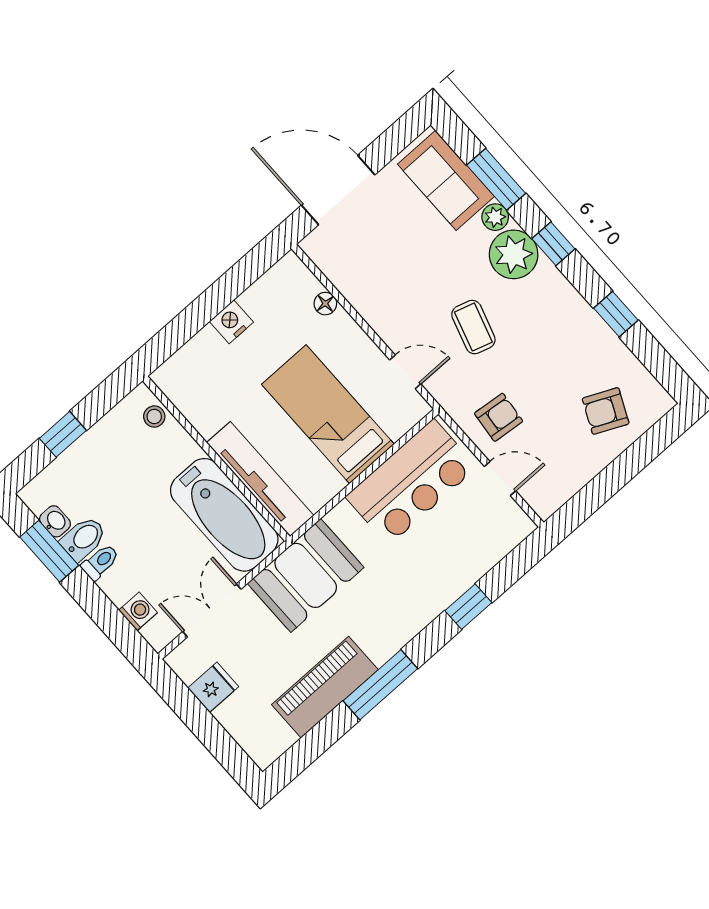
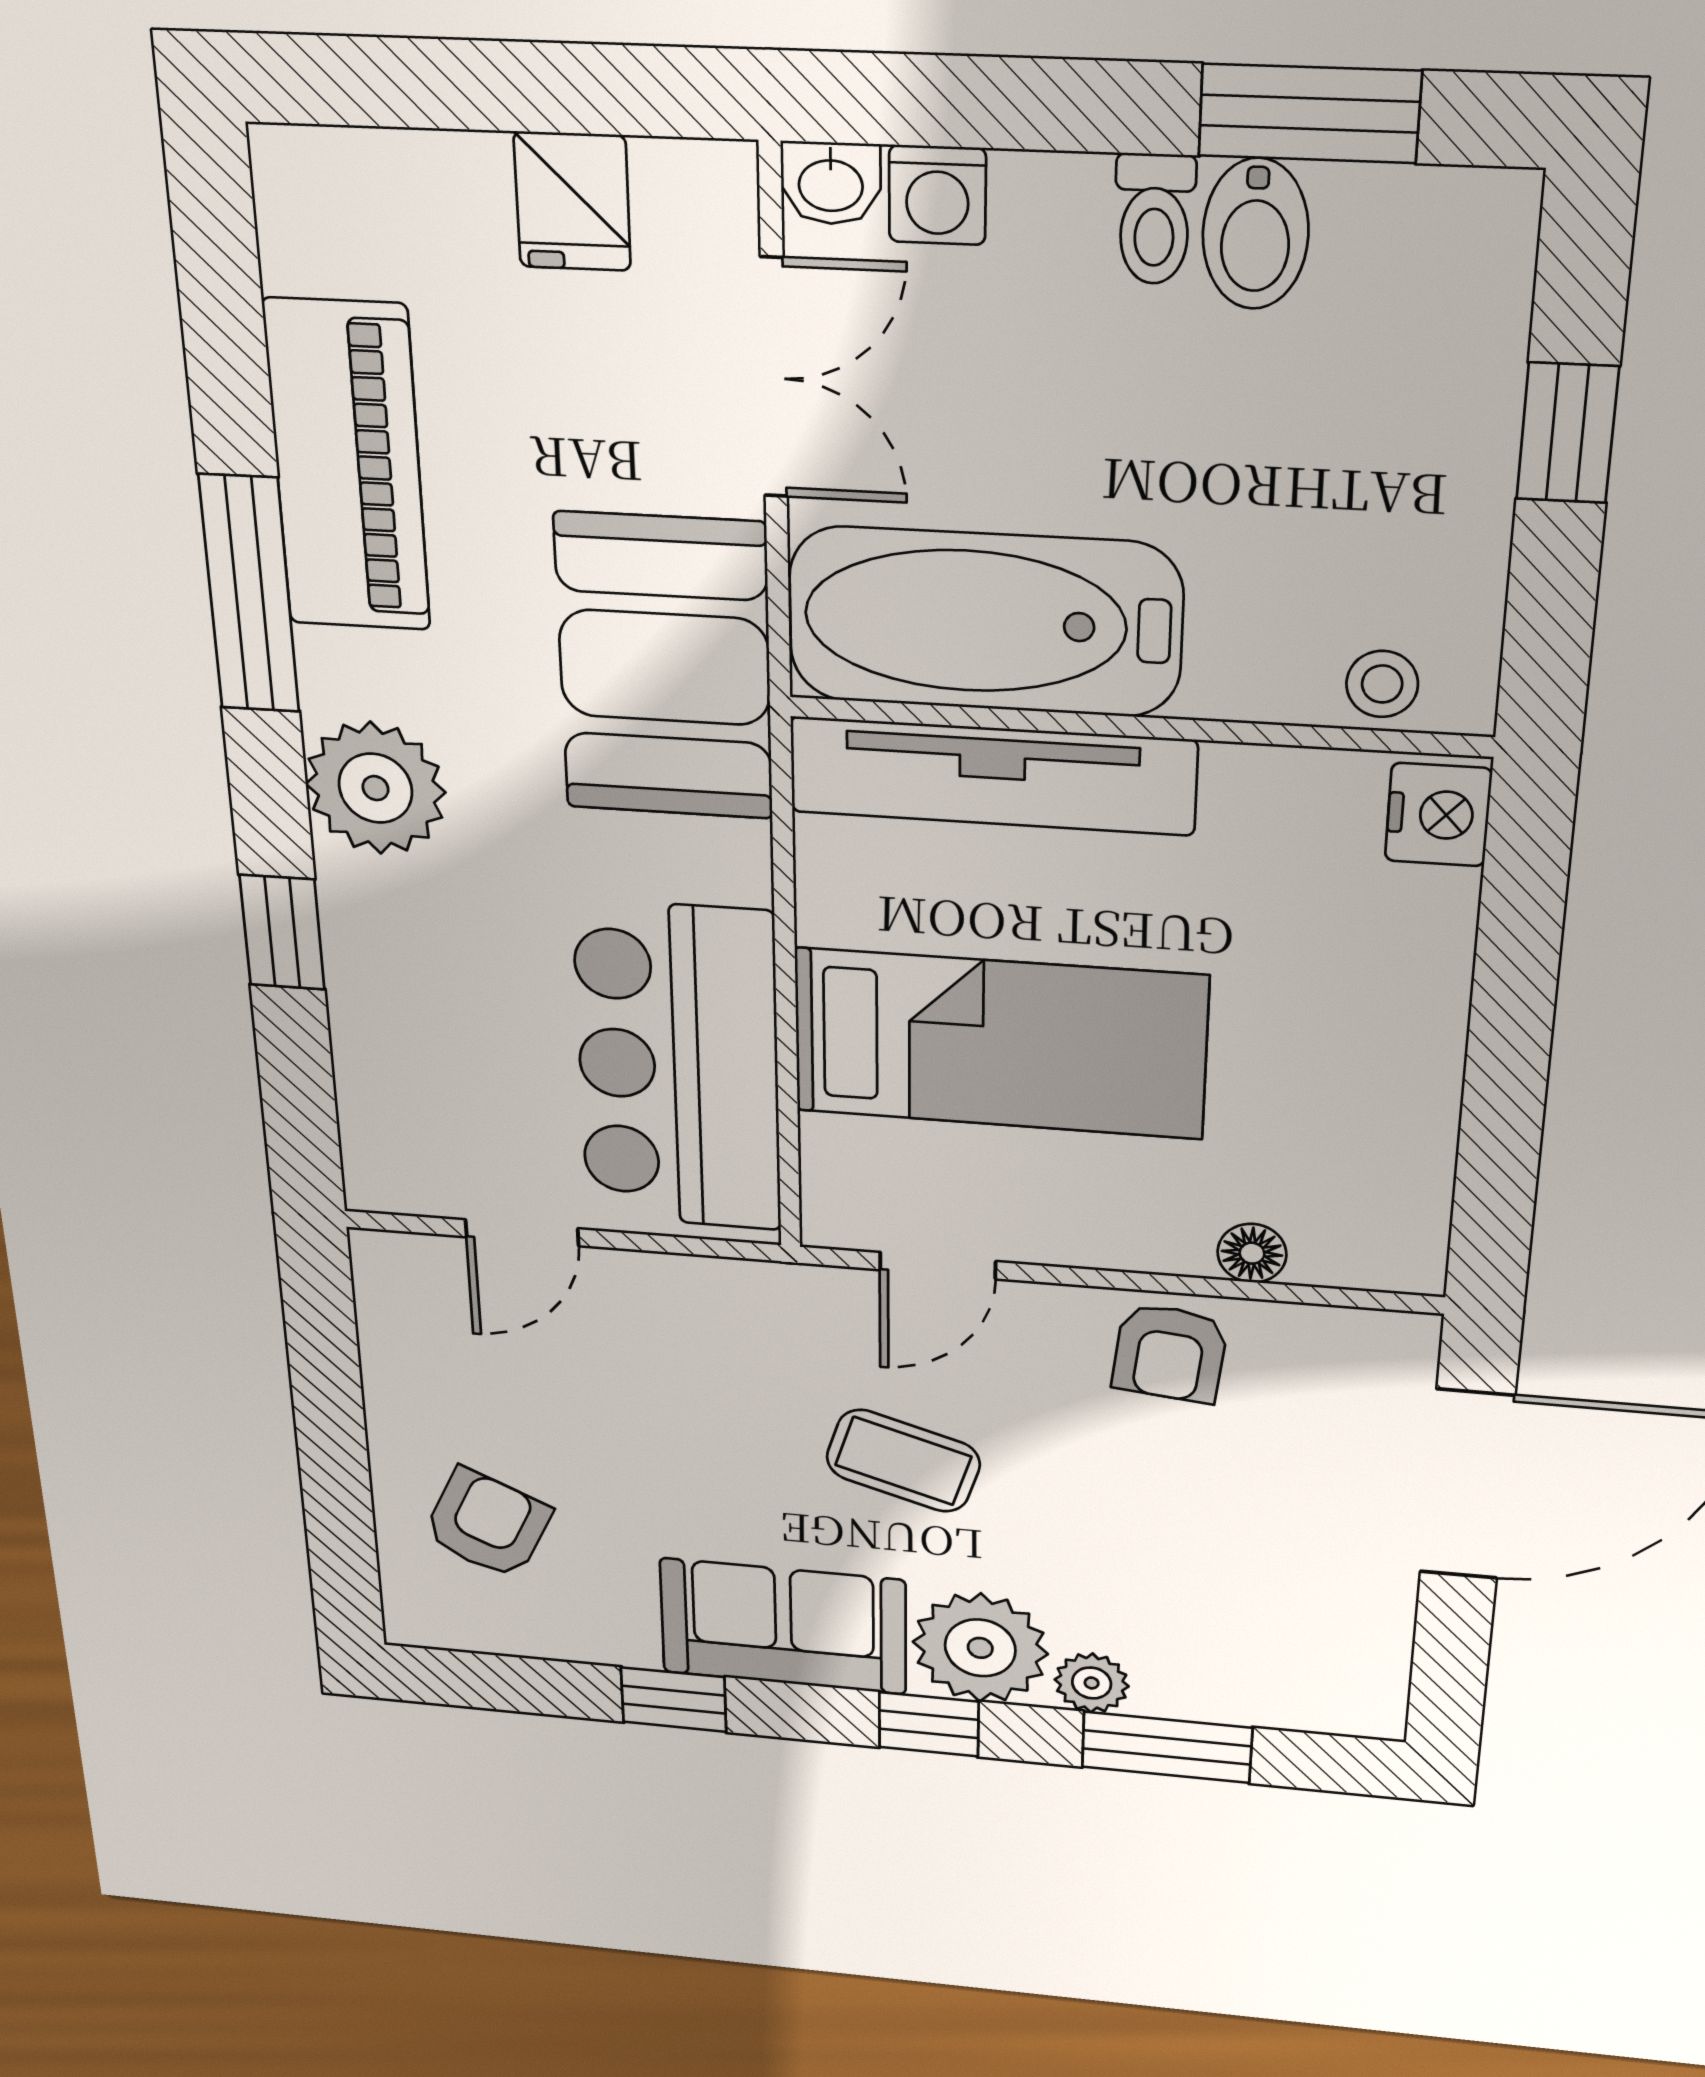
sofa: (446, 180) -> (783, 1626), moved
nightstand: (231, 322) -> (1438, 815), moved
armchair: (499, 417) -> (1170, 1353), moved
washbasin: (55, 521) -> (831, 183), moved
plant: (404, 616) -> (375, 788), added

